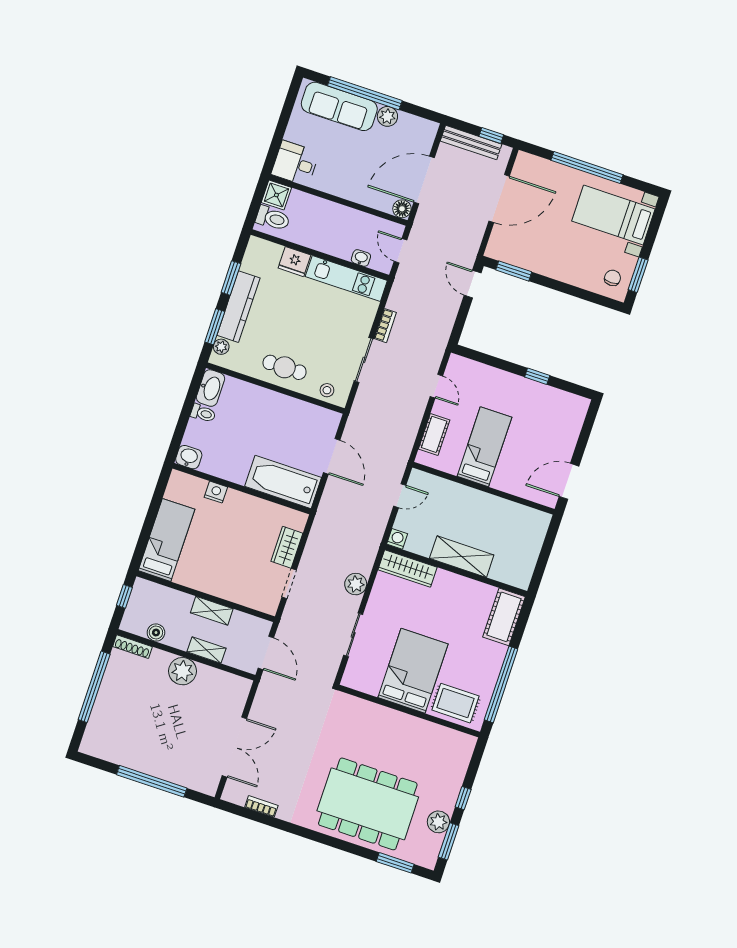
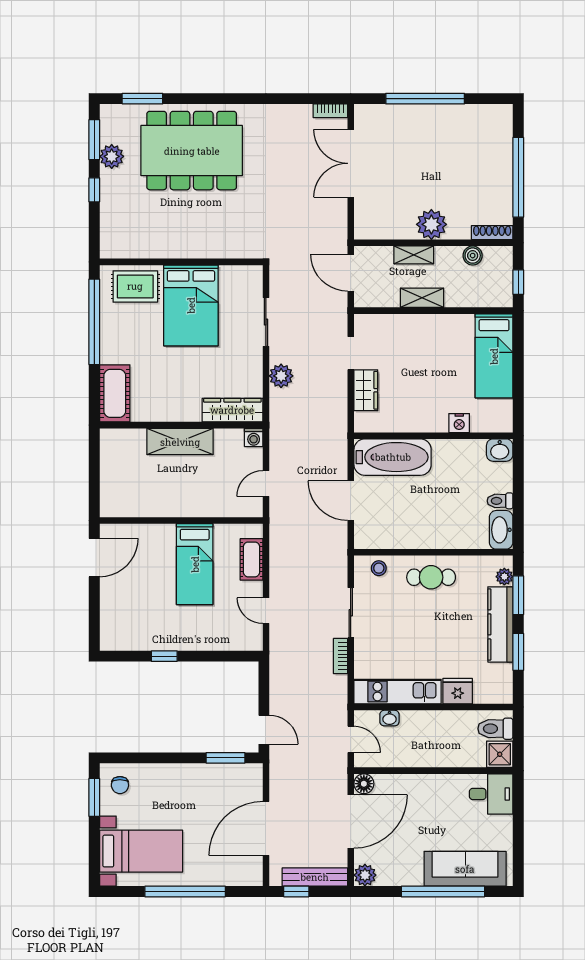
plant: (387, 116) -> (365, 875), moved
bookcase: (261, 806) -> (330, 111), moved

